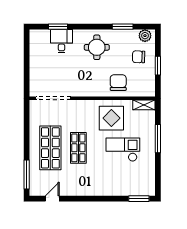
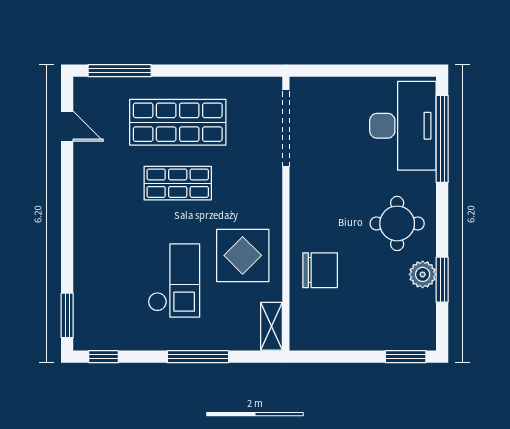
window: (58, 27) -> (442, 139), width x2.11
plant: (145, 36) -> (423, 274), moved
desk: (61, 41) -> (403, 126), width x1.87, depth x1.30
chair: (139, 57) -> (376, 315), removed
window: (158, 66) -> (406, 357), moved
window: (158, 182) -> (104, 357), added

